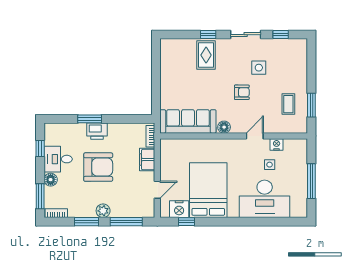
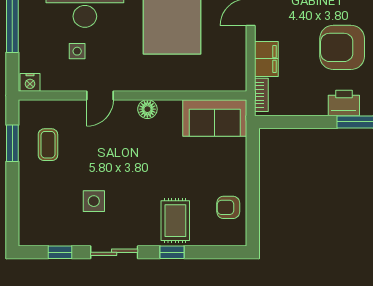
armchair: (242, 92) -> (228, 207), moved
sofa: (188, 121) -> (215, 118), width x0.73
nightstand: (277, 144) -> (30, 82), moved

